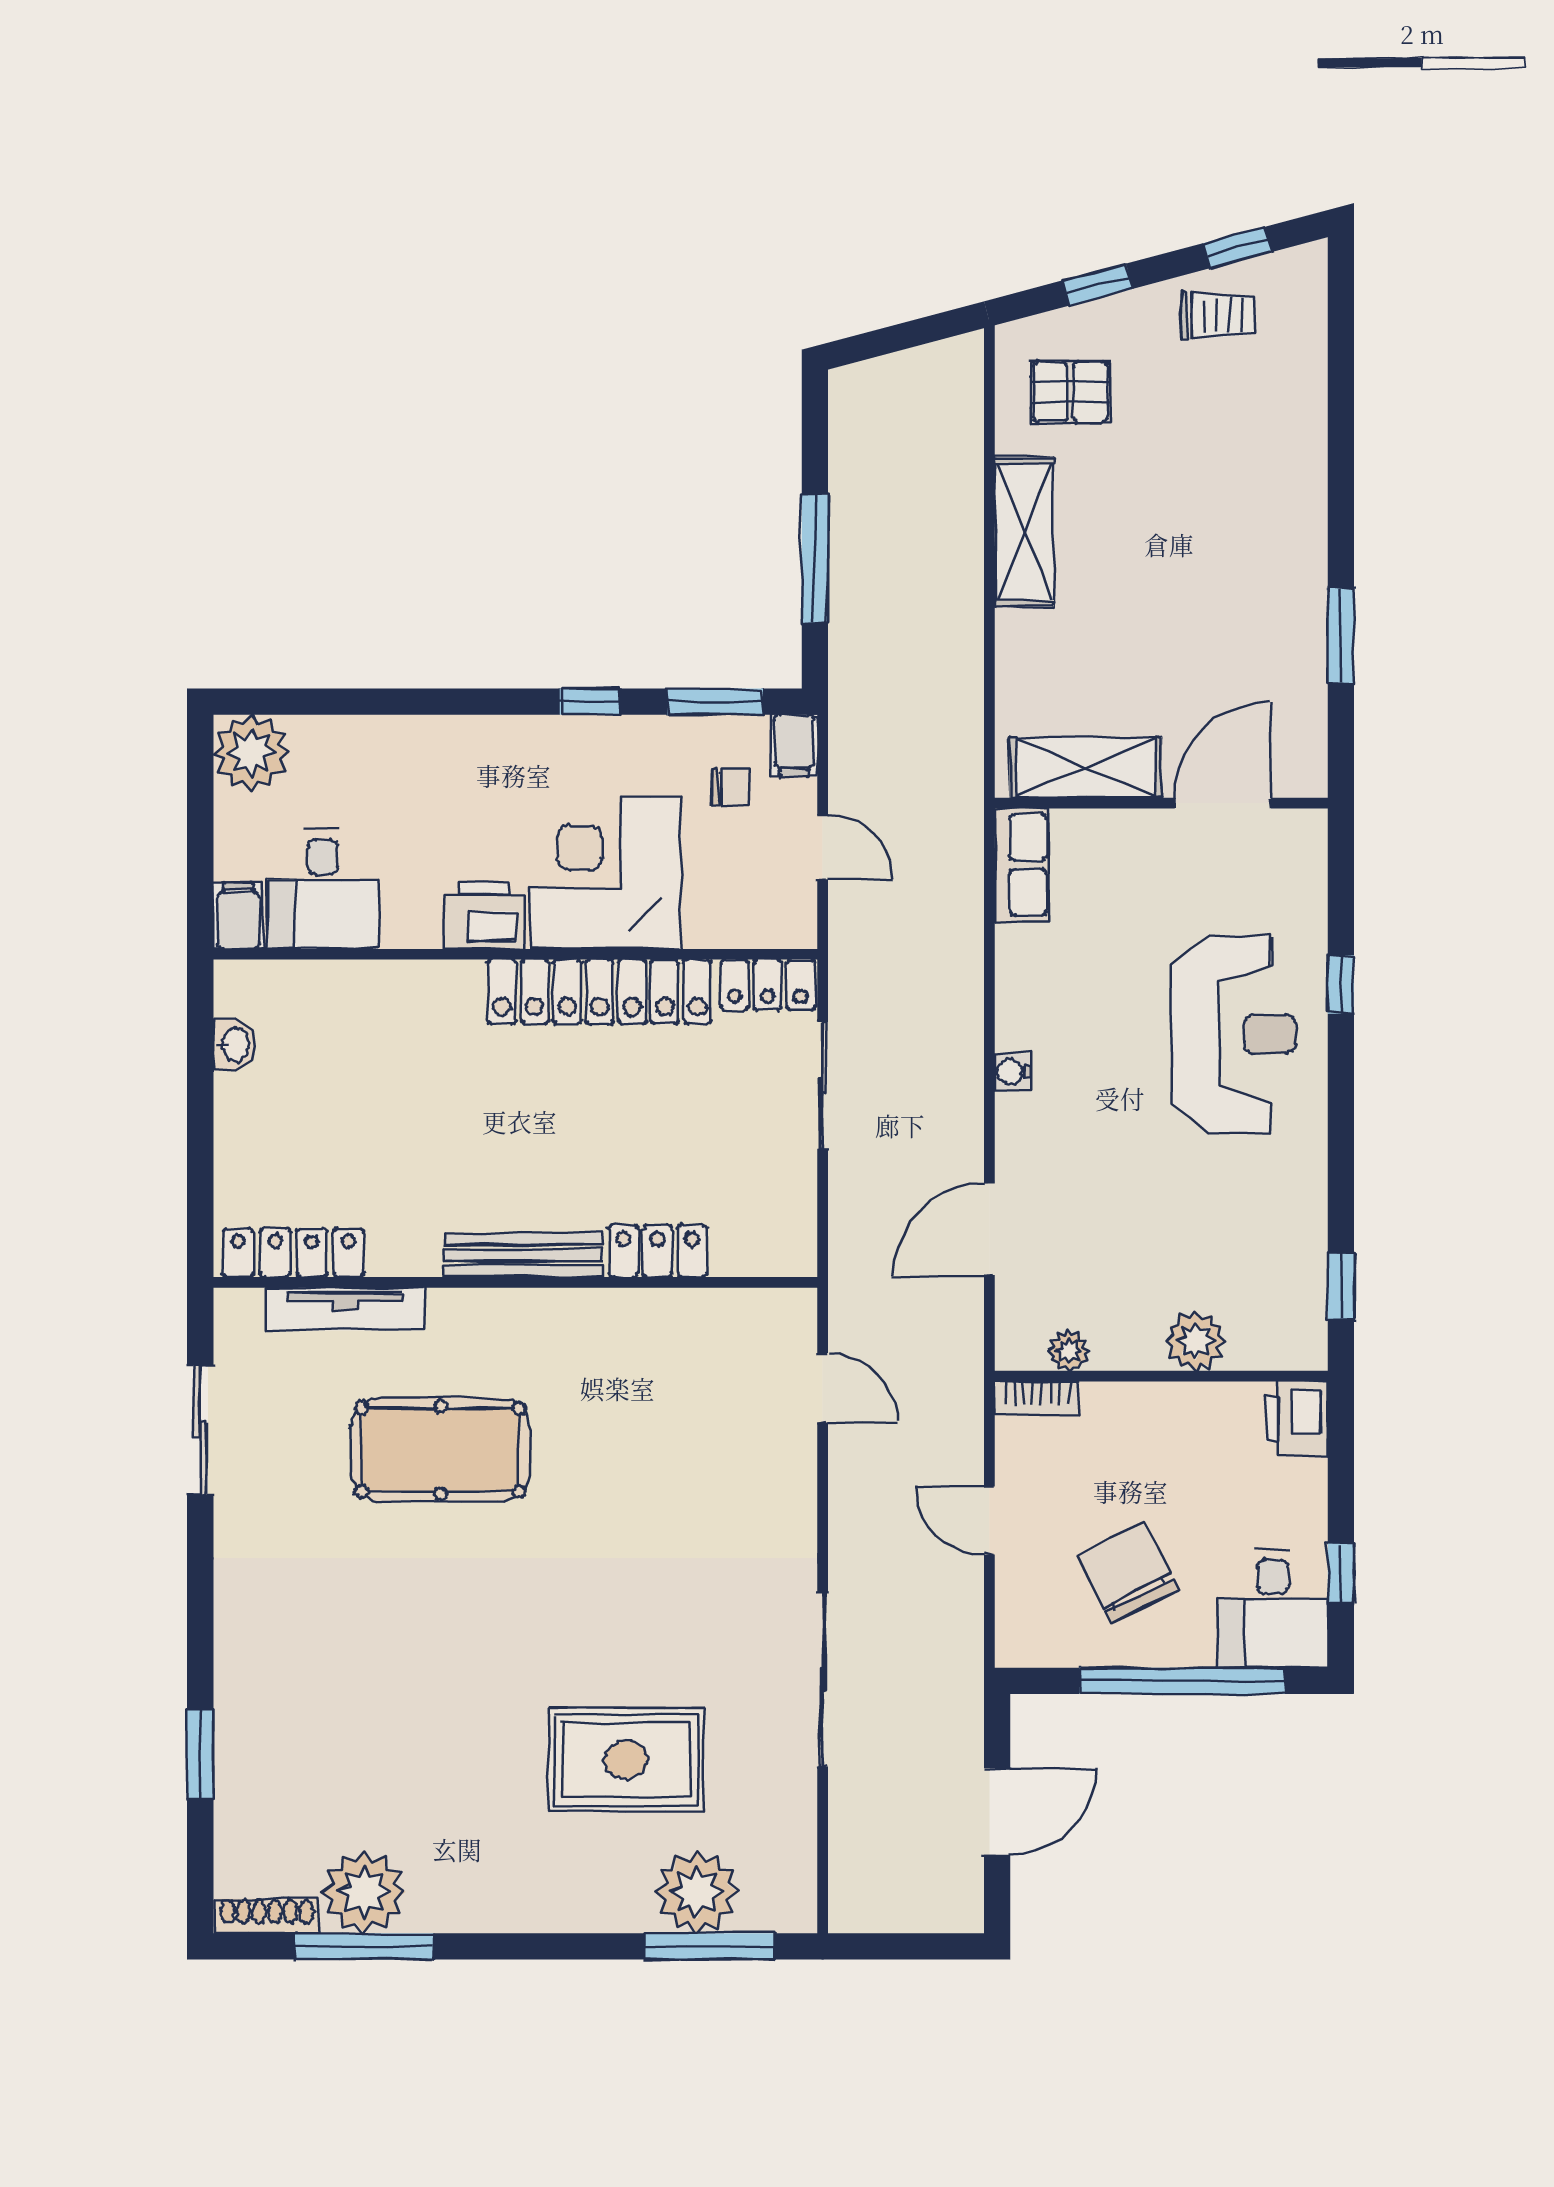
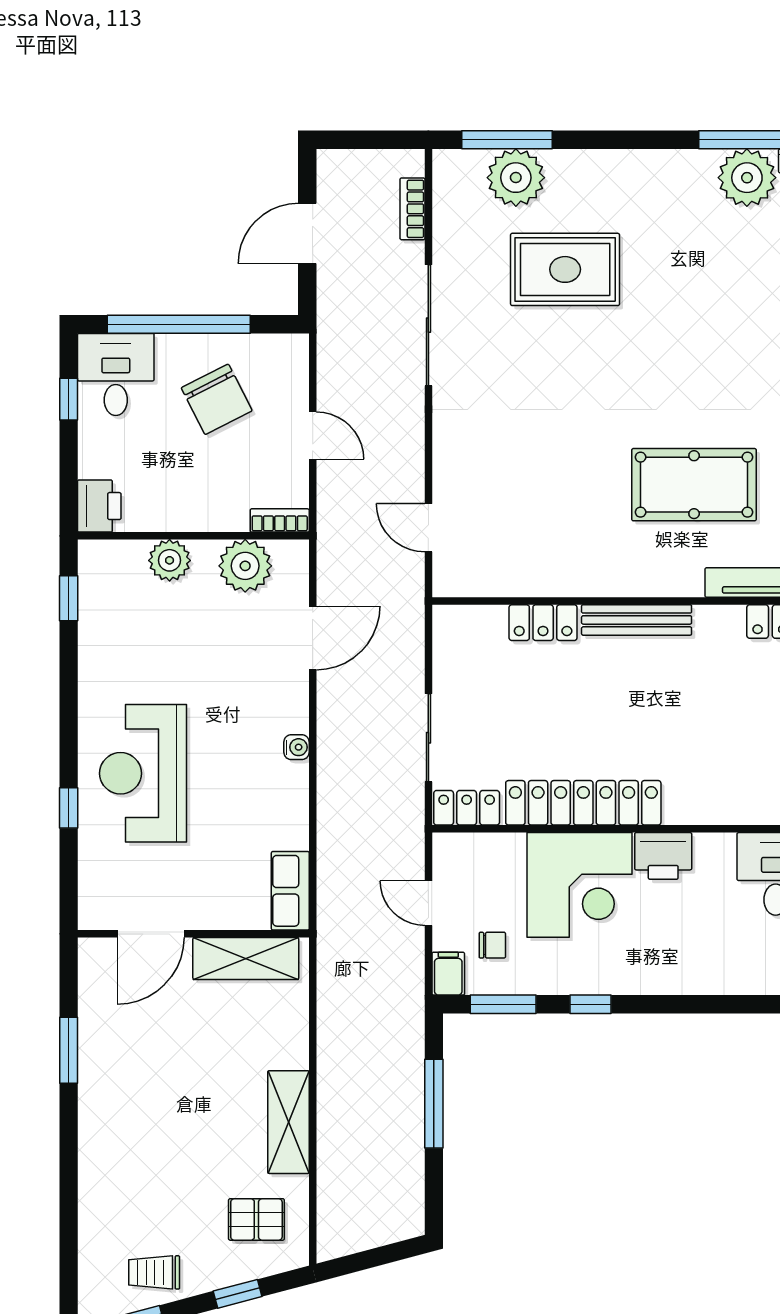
chair: (731, 787) -> (492, 945), turned 180
plant: (1069, 1351) -> (245, 566), width x1.87, depth x1.87
bookcase: (846, 1847) -> (412, 209), added

